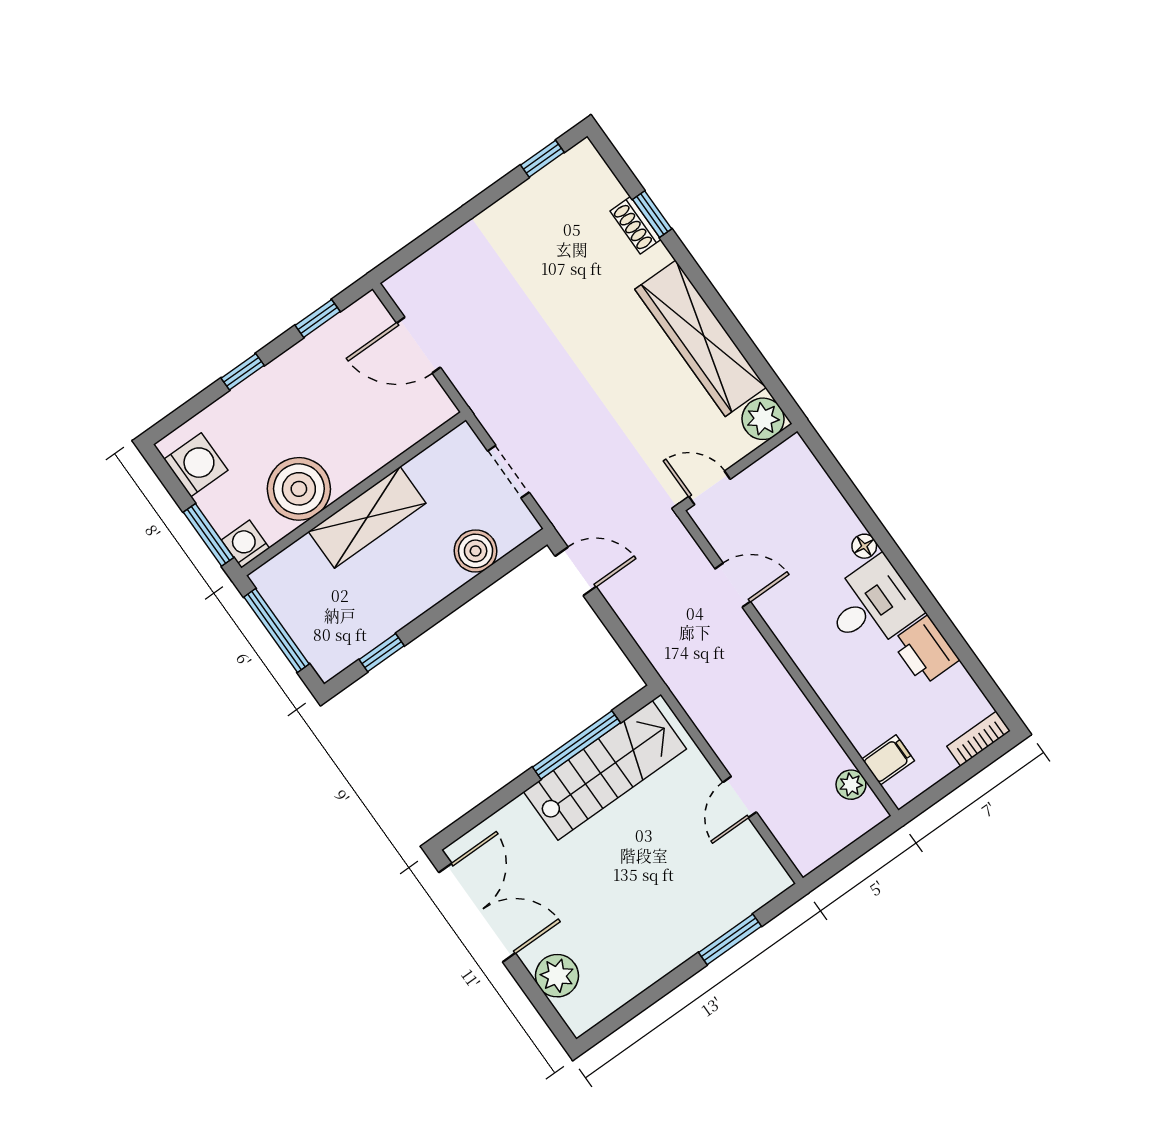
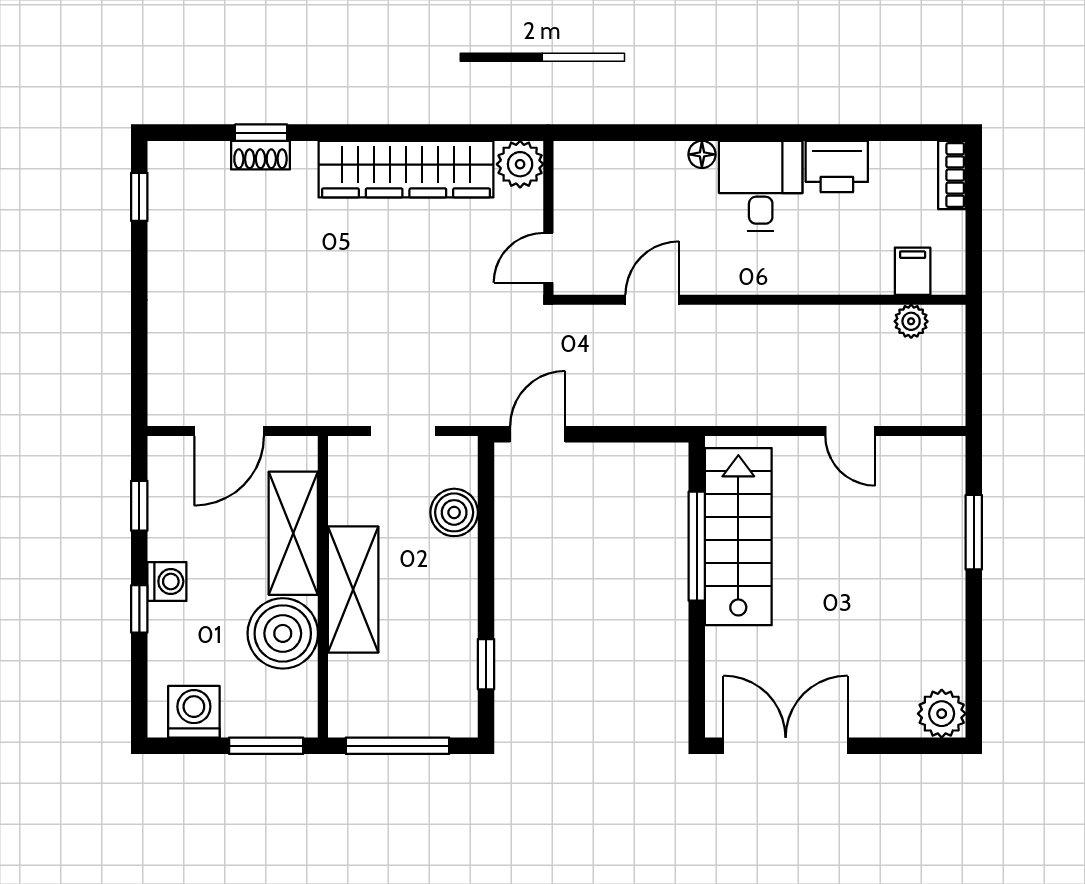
shelving: (377, 445) -> (293, 533), added
washing machine: (245, 544) -> (167, 581), moved, turned 180
plant: (557, 976) -> (942, 714), moved

